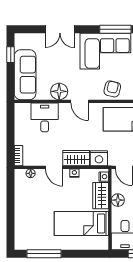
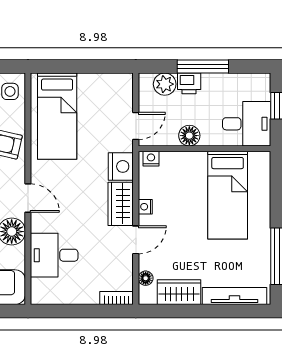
door: (80, 101) -> (28, 198), hinge flipped
wardrobe: (101, 196) -> (179, 292), moved, turned 180
tv unit: (20, 228) -> (234, 296), added

